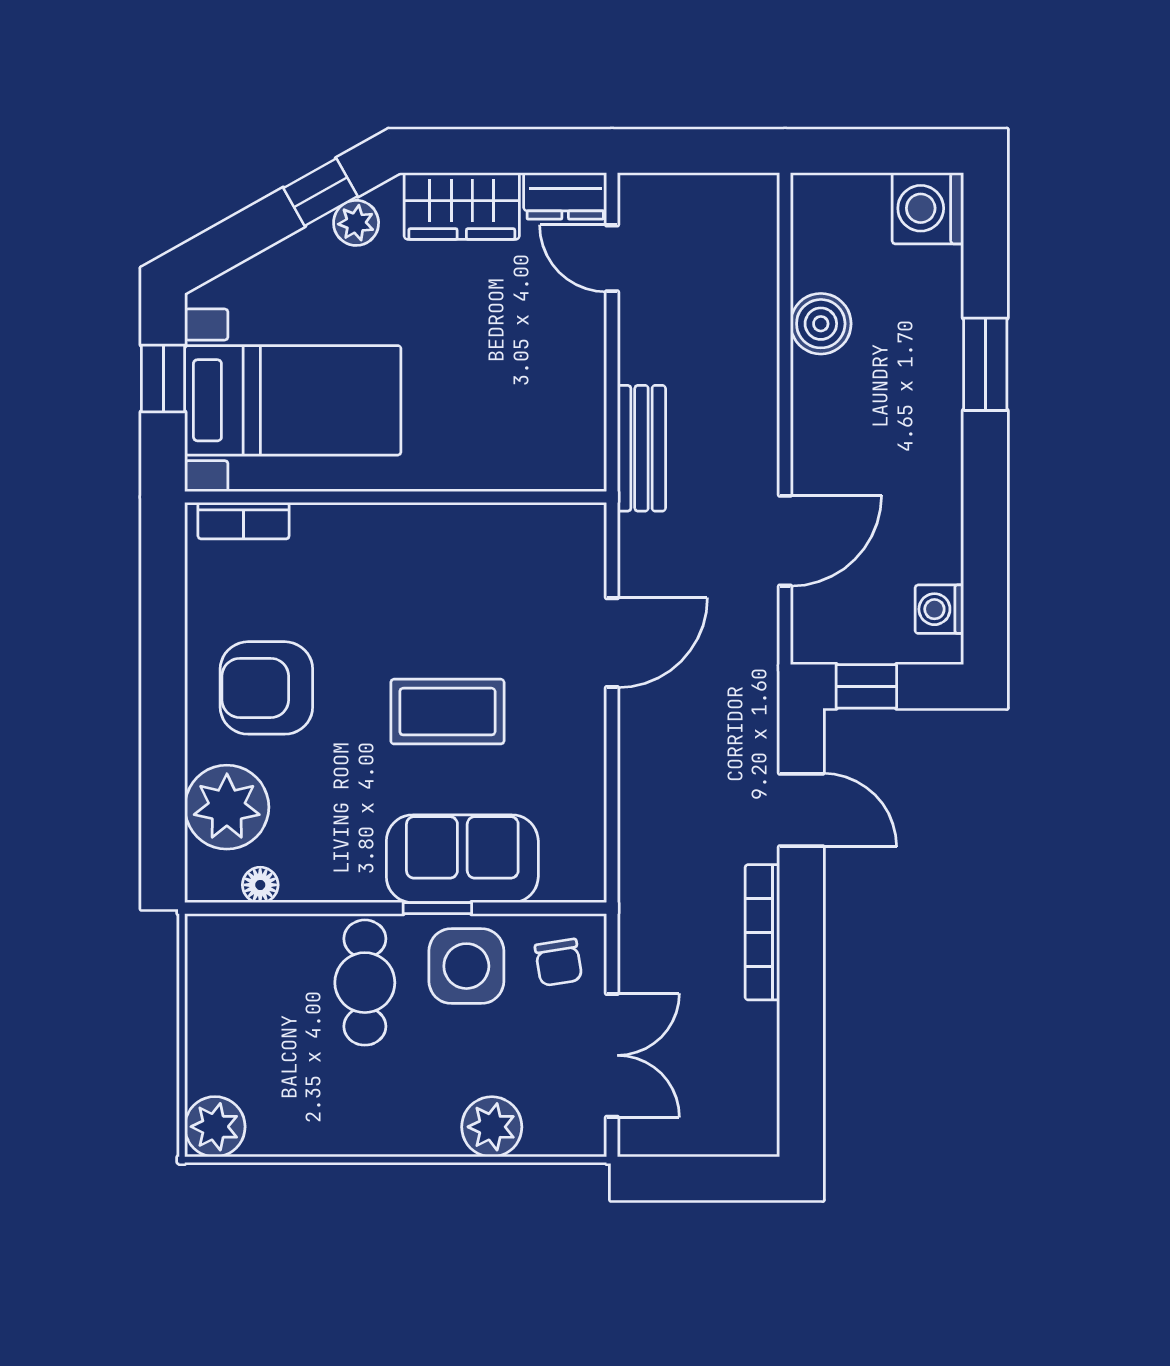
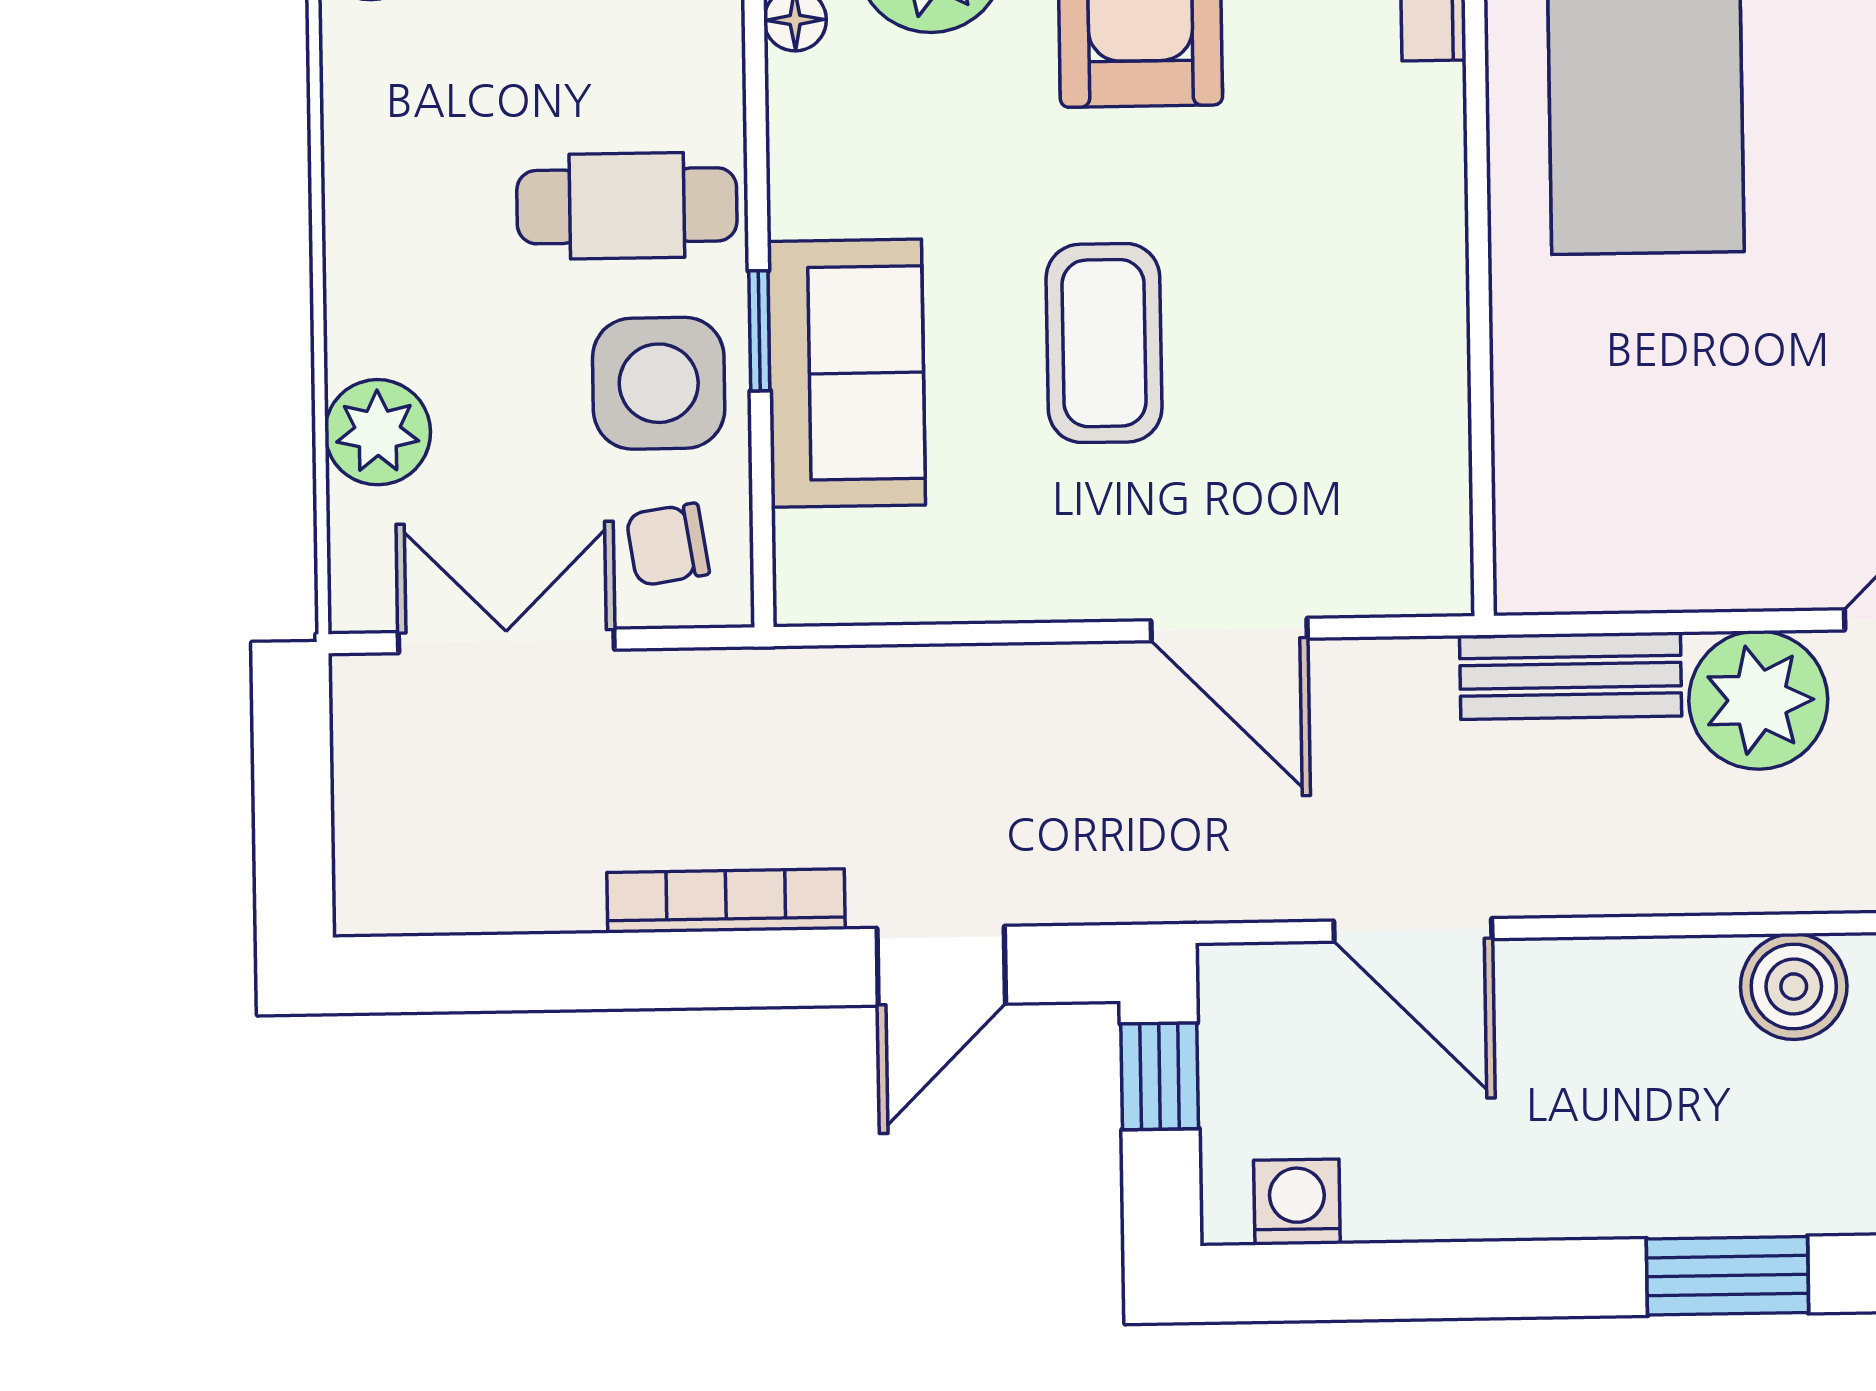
plant: (657, 341) -> (1758, 700), added
double door: (612, 1055) -> (506, 641), swing flipped

